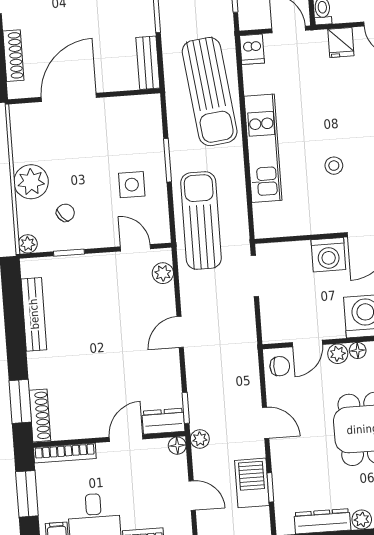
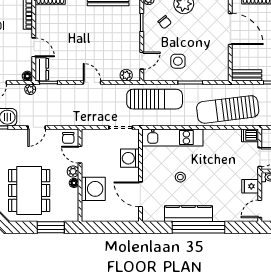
kitchen unit: (263, 148) -> (172, 138), moved
washing machine: (328, 255) -> (130, 158), moved

